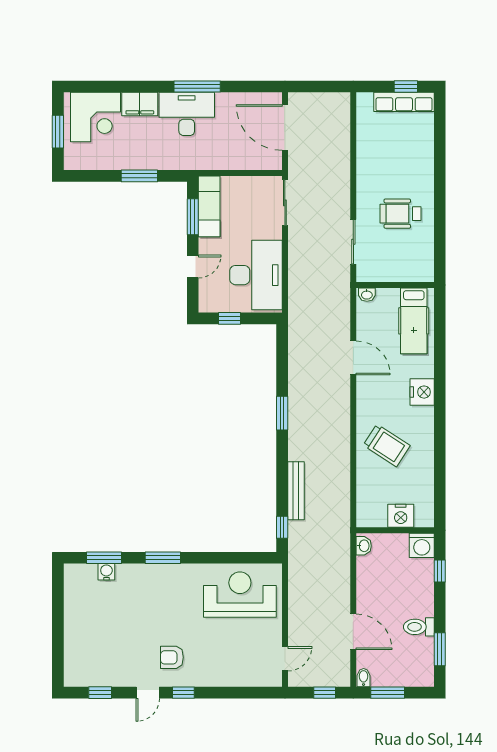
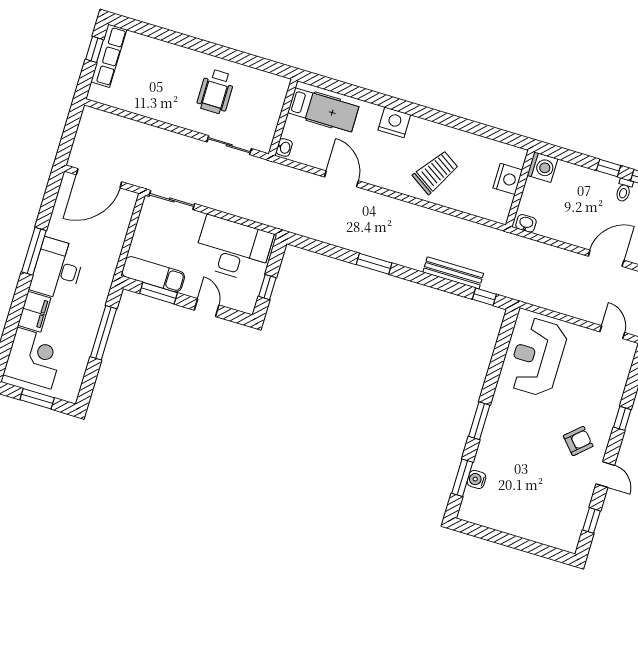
window: (139, 176) -> (103, 333), width x1.44
door: (353, 358) -> (341, 179), hinge flipped
window: (440, 571) -> (609, 168), moved
toilet: (419, 627) -> (624, 190), width x0.73, depth x0.72
armchair: (172, 657) -> (578, 441), turned -132
window: (183, 693) -> (622, 418), moved

